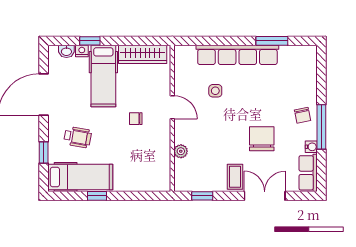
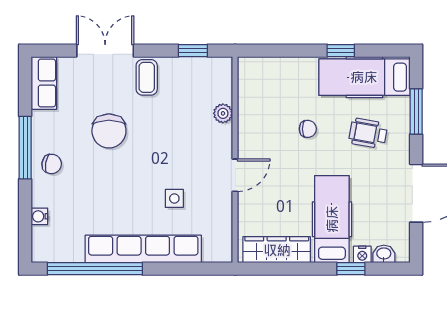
window: (272, 41) -> (95, 269), width x2.11
door: (172, 107) -> (235, 175), swing flipped
chair: (303, 115) -> (52, 164), turned 112
chair: (136, 119) -> (308, 129), moved
water cooler: (311, 147) -> (39, 216), moved
window: (44, 152) -> (416, 112), width x1.50
double door: (265, 196) -> (105, 51), swing flipped

